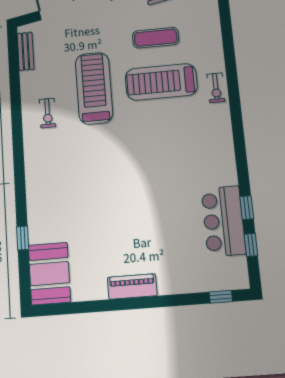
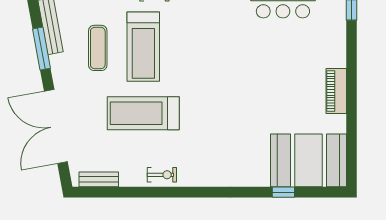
exercise bike: (48, 113) -> (162, 175), moved
booth: (49, 274) -> (308, 160), width x1.36, depth x1.42

